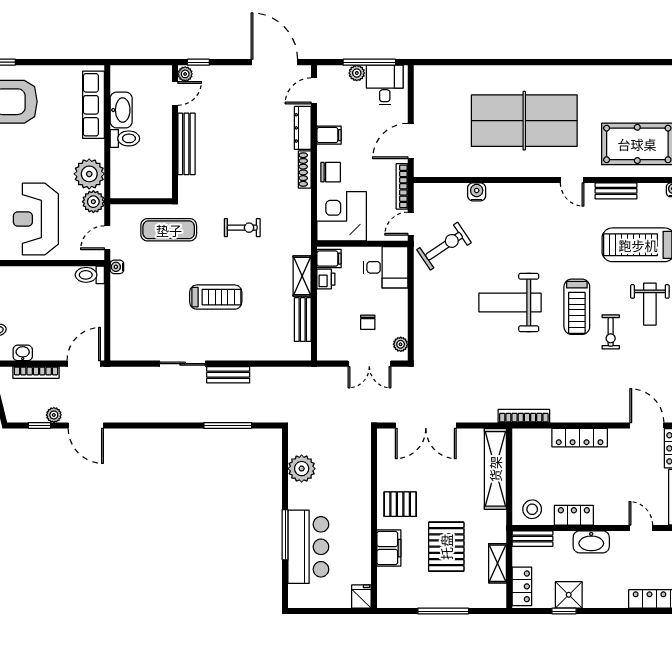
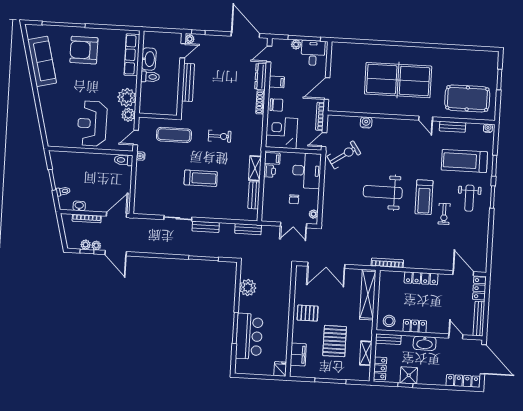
desk: (386, 267) -> (307, 171), width x1.37
bench: (297, 375) -> (248, 229), added
plant: (37, 415) -> (86, 245), added
filing cabinet: (389, 548) -> (298, 355), moved

